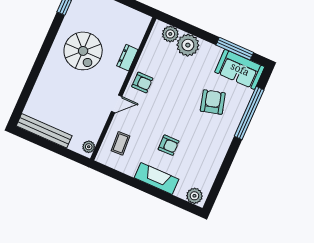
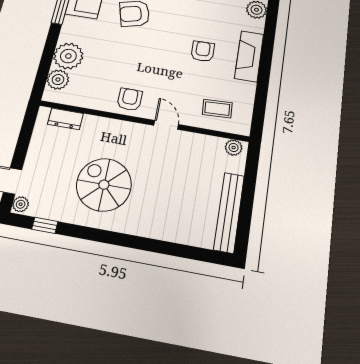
spiral stairs: (83, 51) -> (104, 185), turned -90
dresser: (127, 58) -> (65, 119), moved

